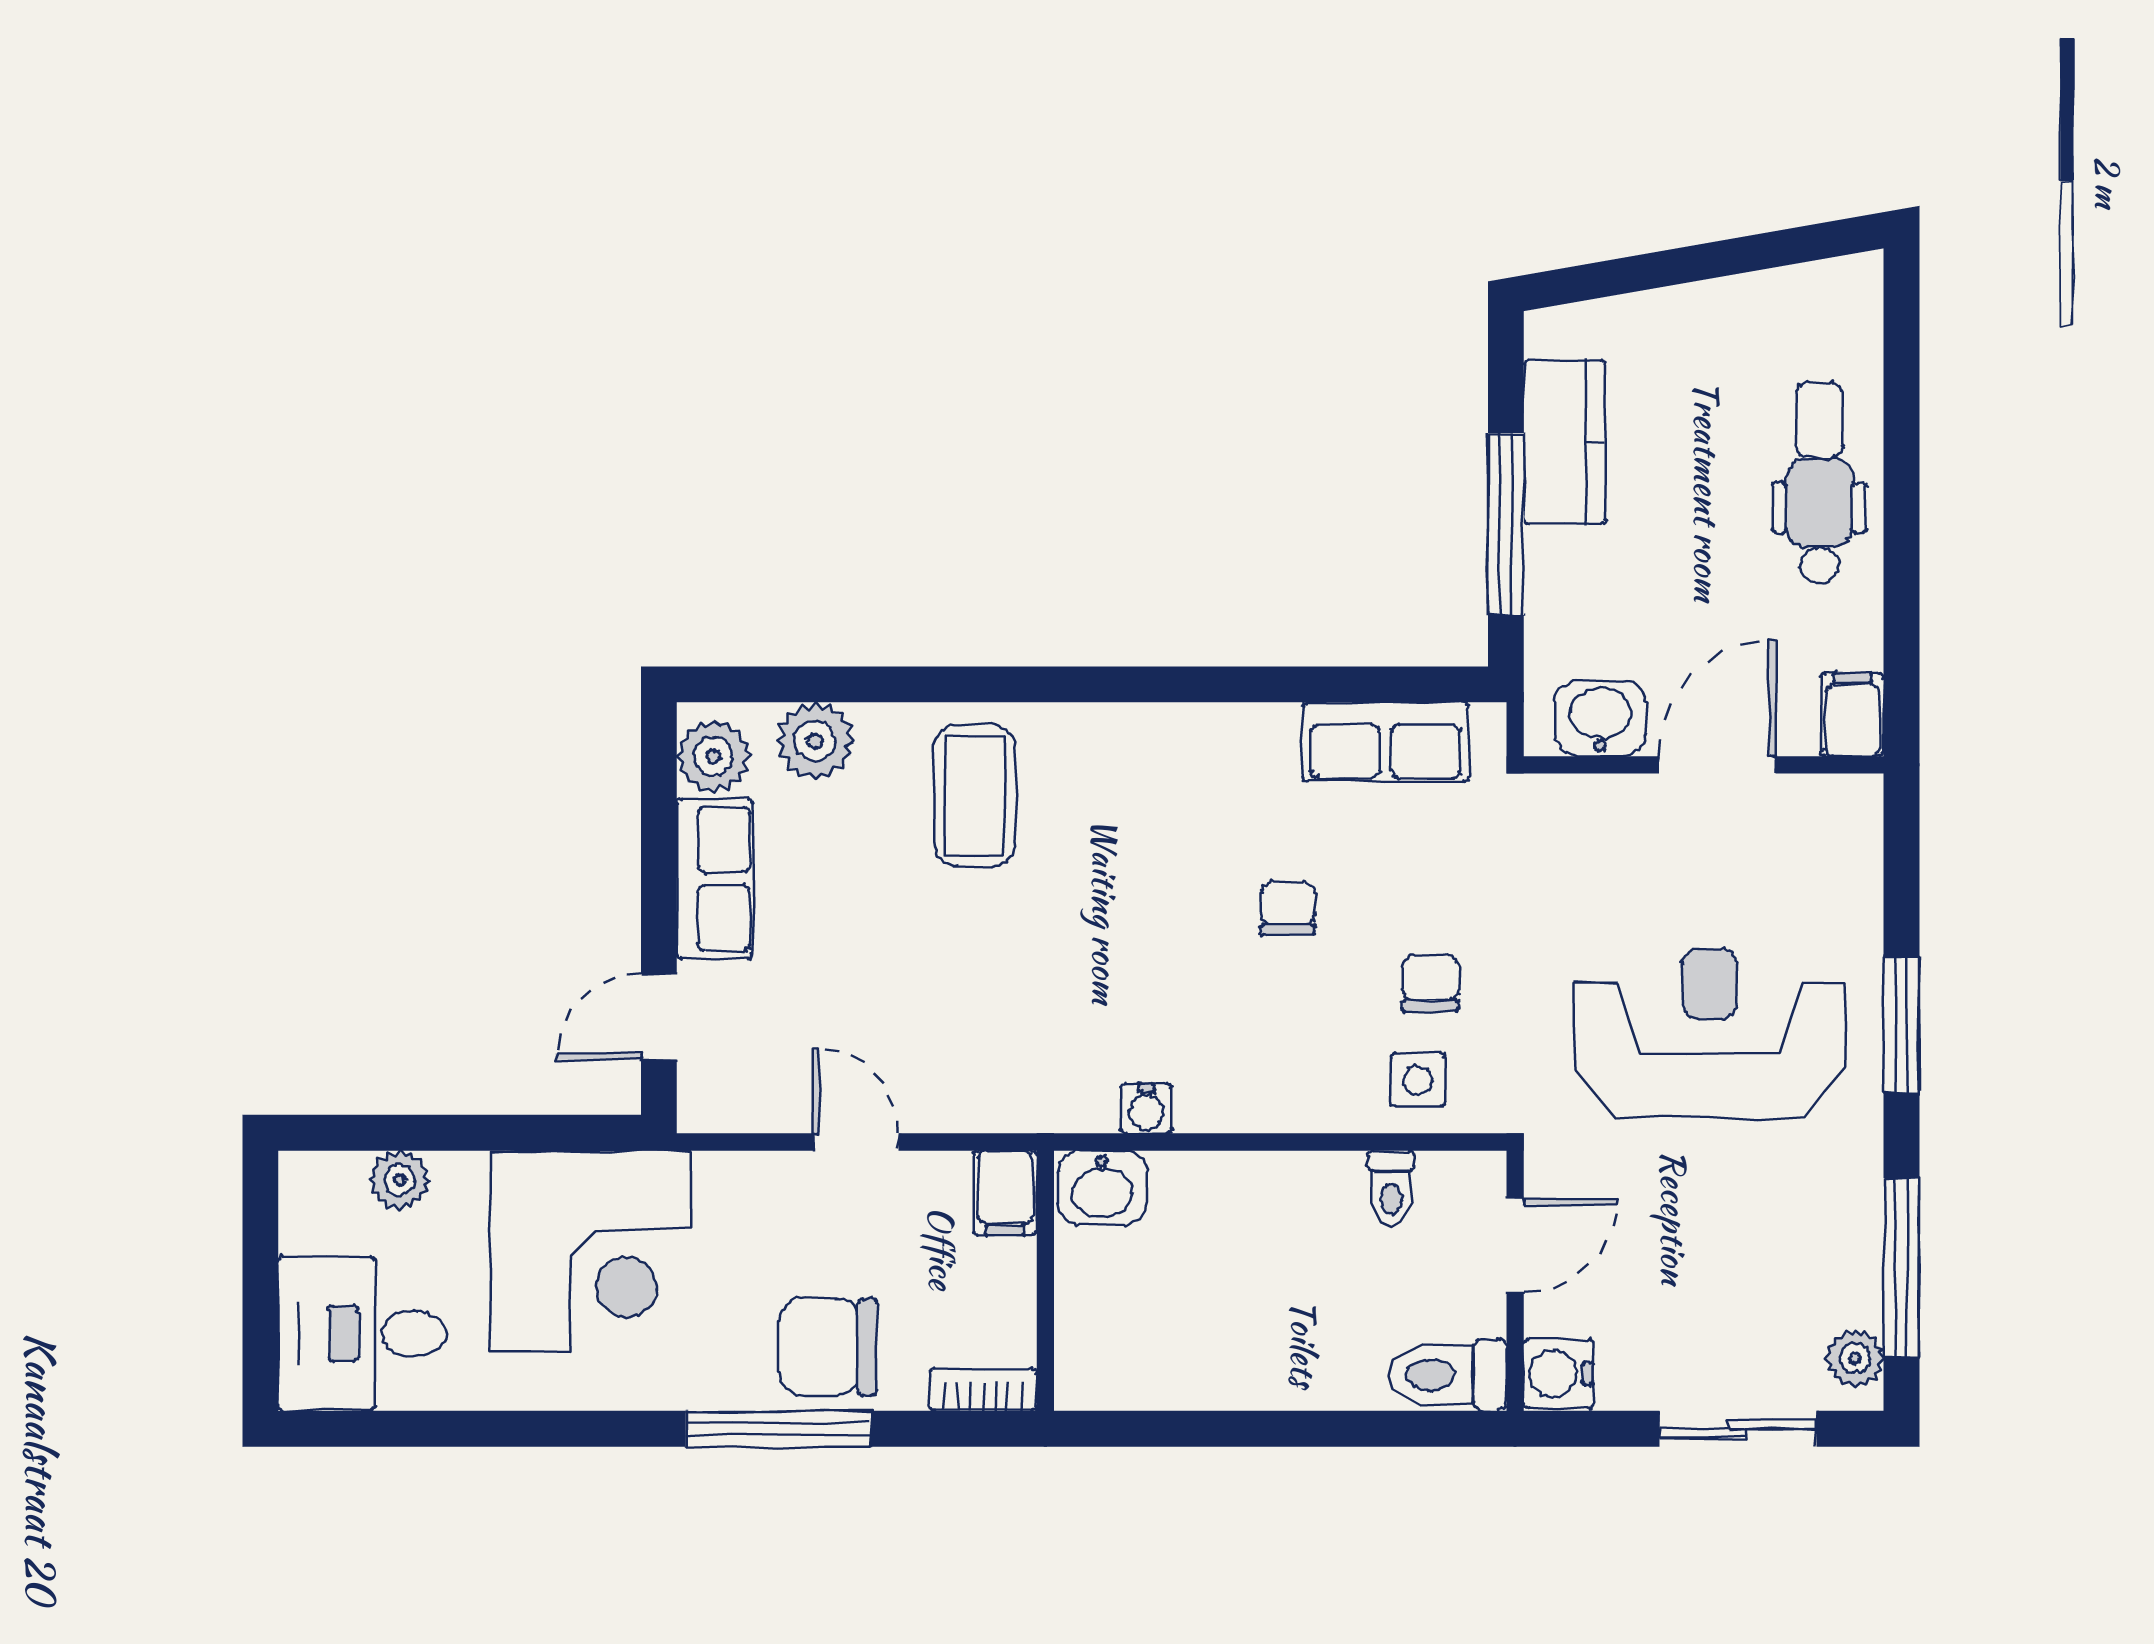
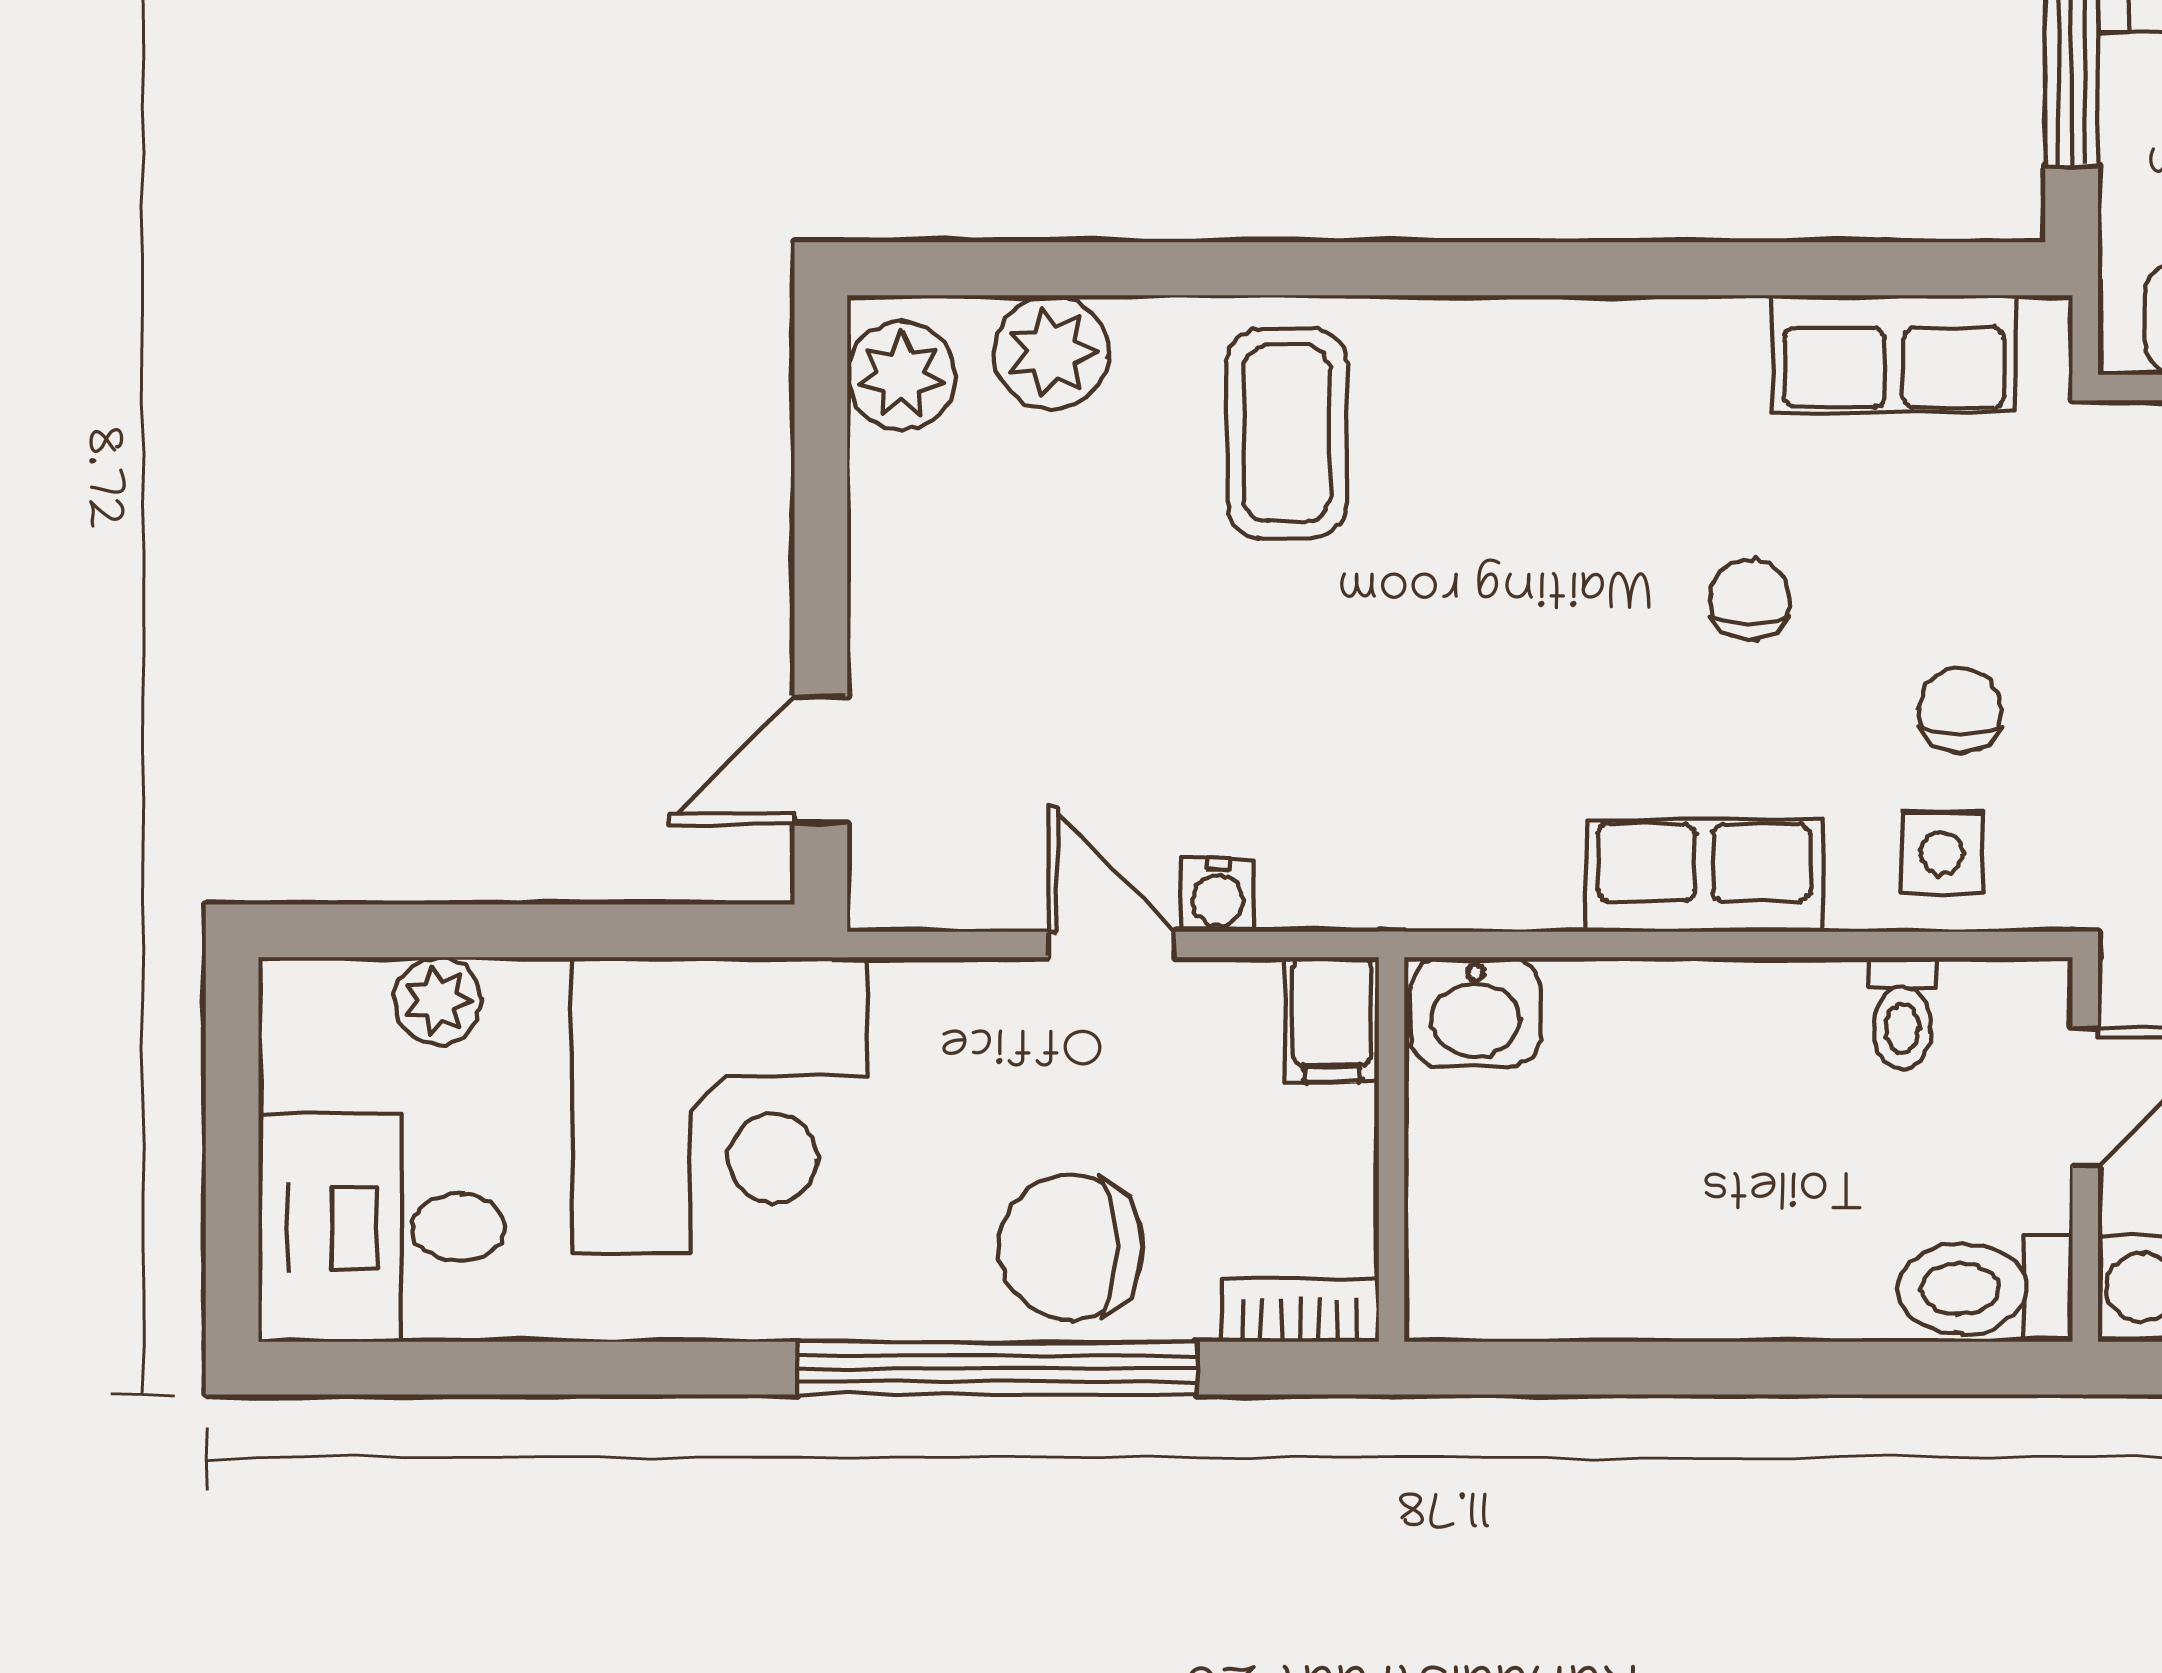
row of seats: (715, 879) -> (1704, 876), moved, turned -90
water cooler: (1146, 1108) -> (1218, 895), moved
window: (778, 1429) -> (997, 1368), width x1.46

